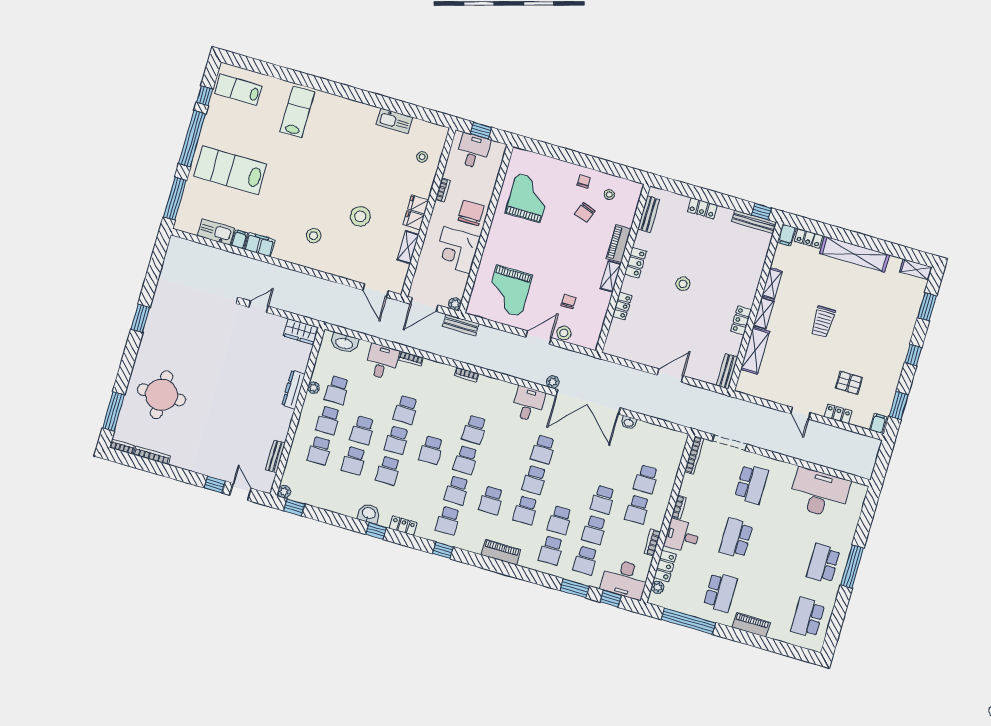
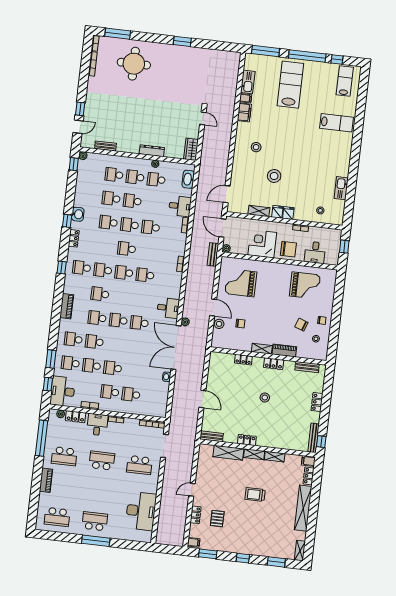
desk: (473, 151) -> (315, 252), moved, turned 90
school desk: (808, 617) -> (57, 517), turned 180

